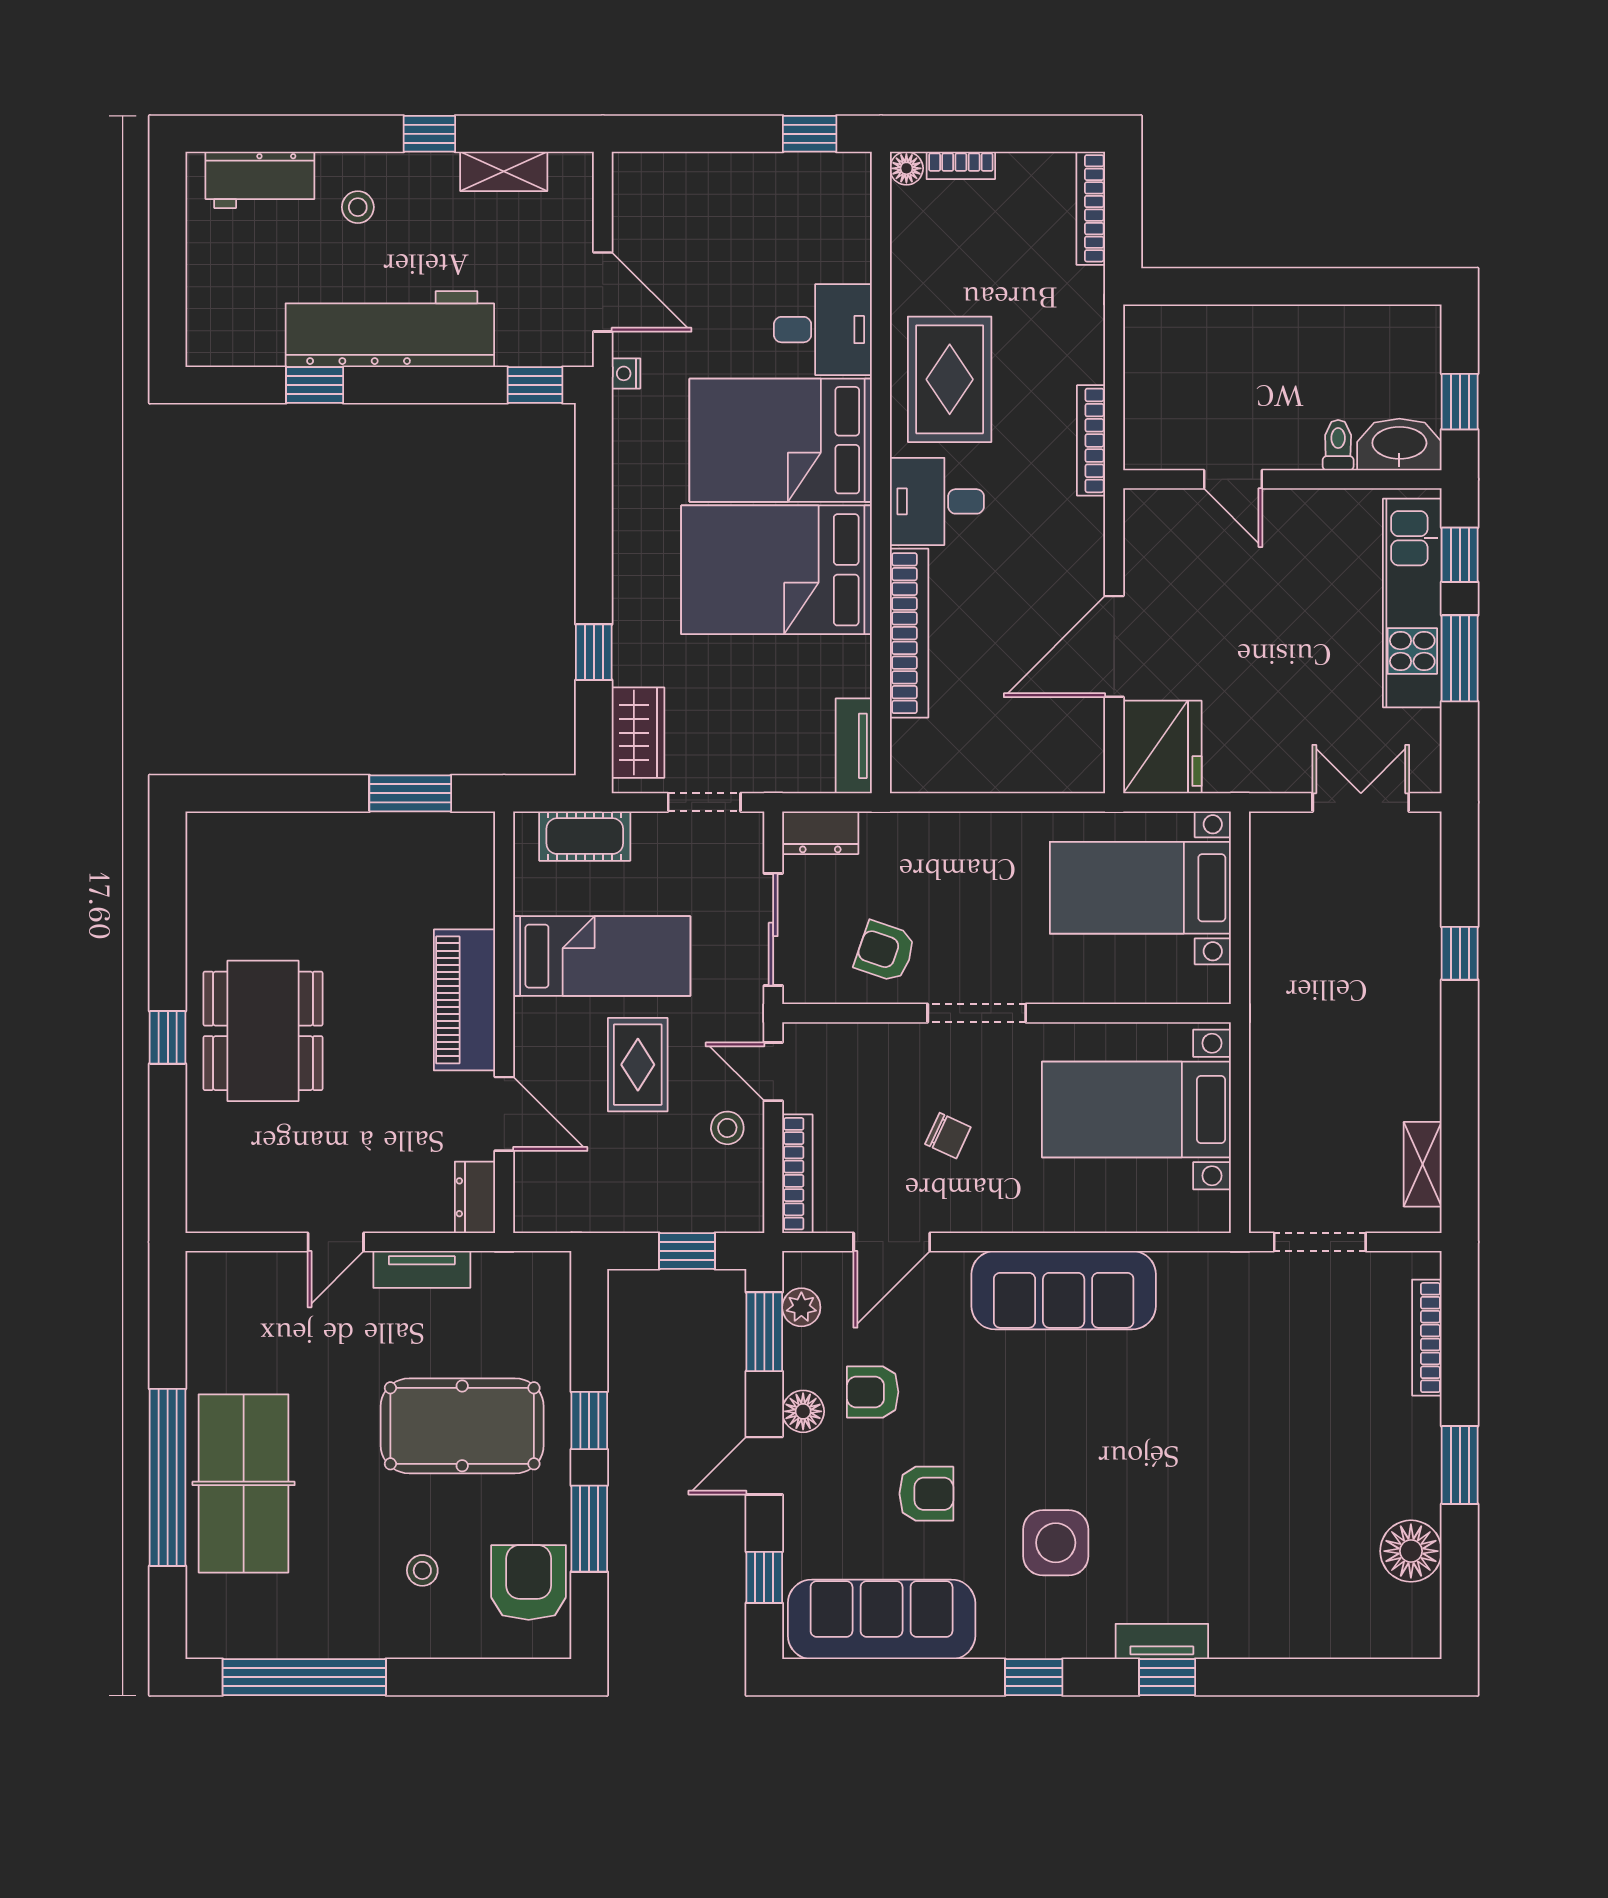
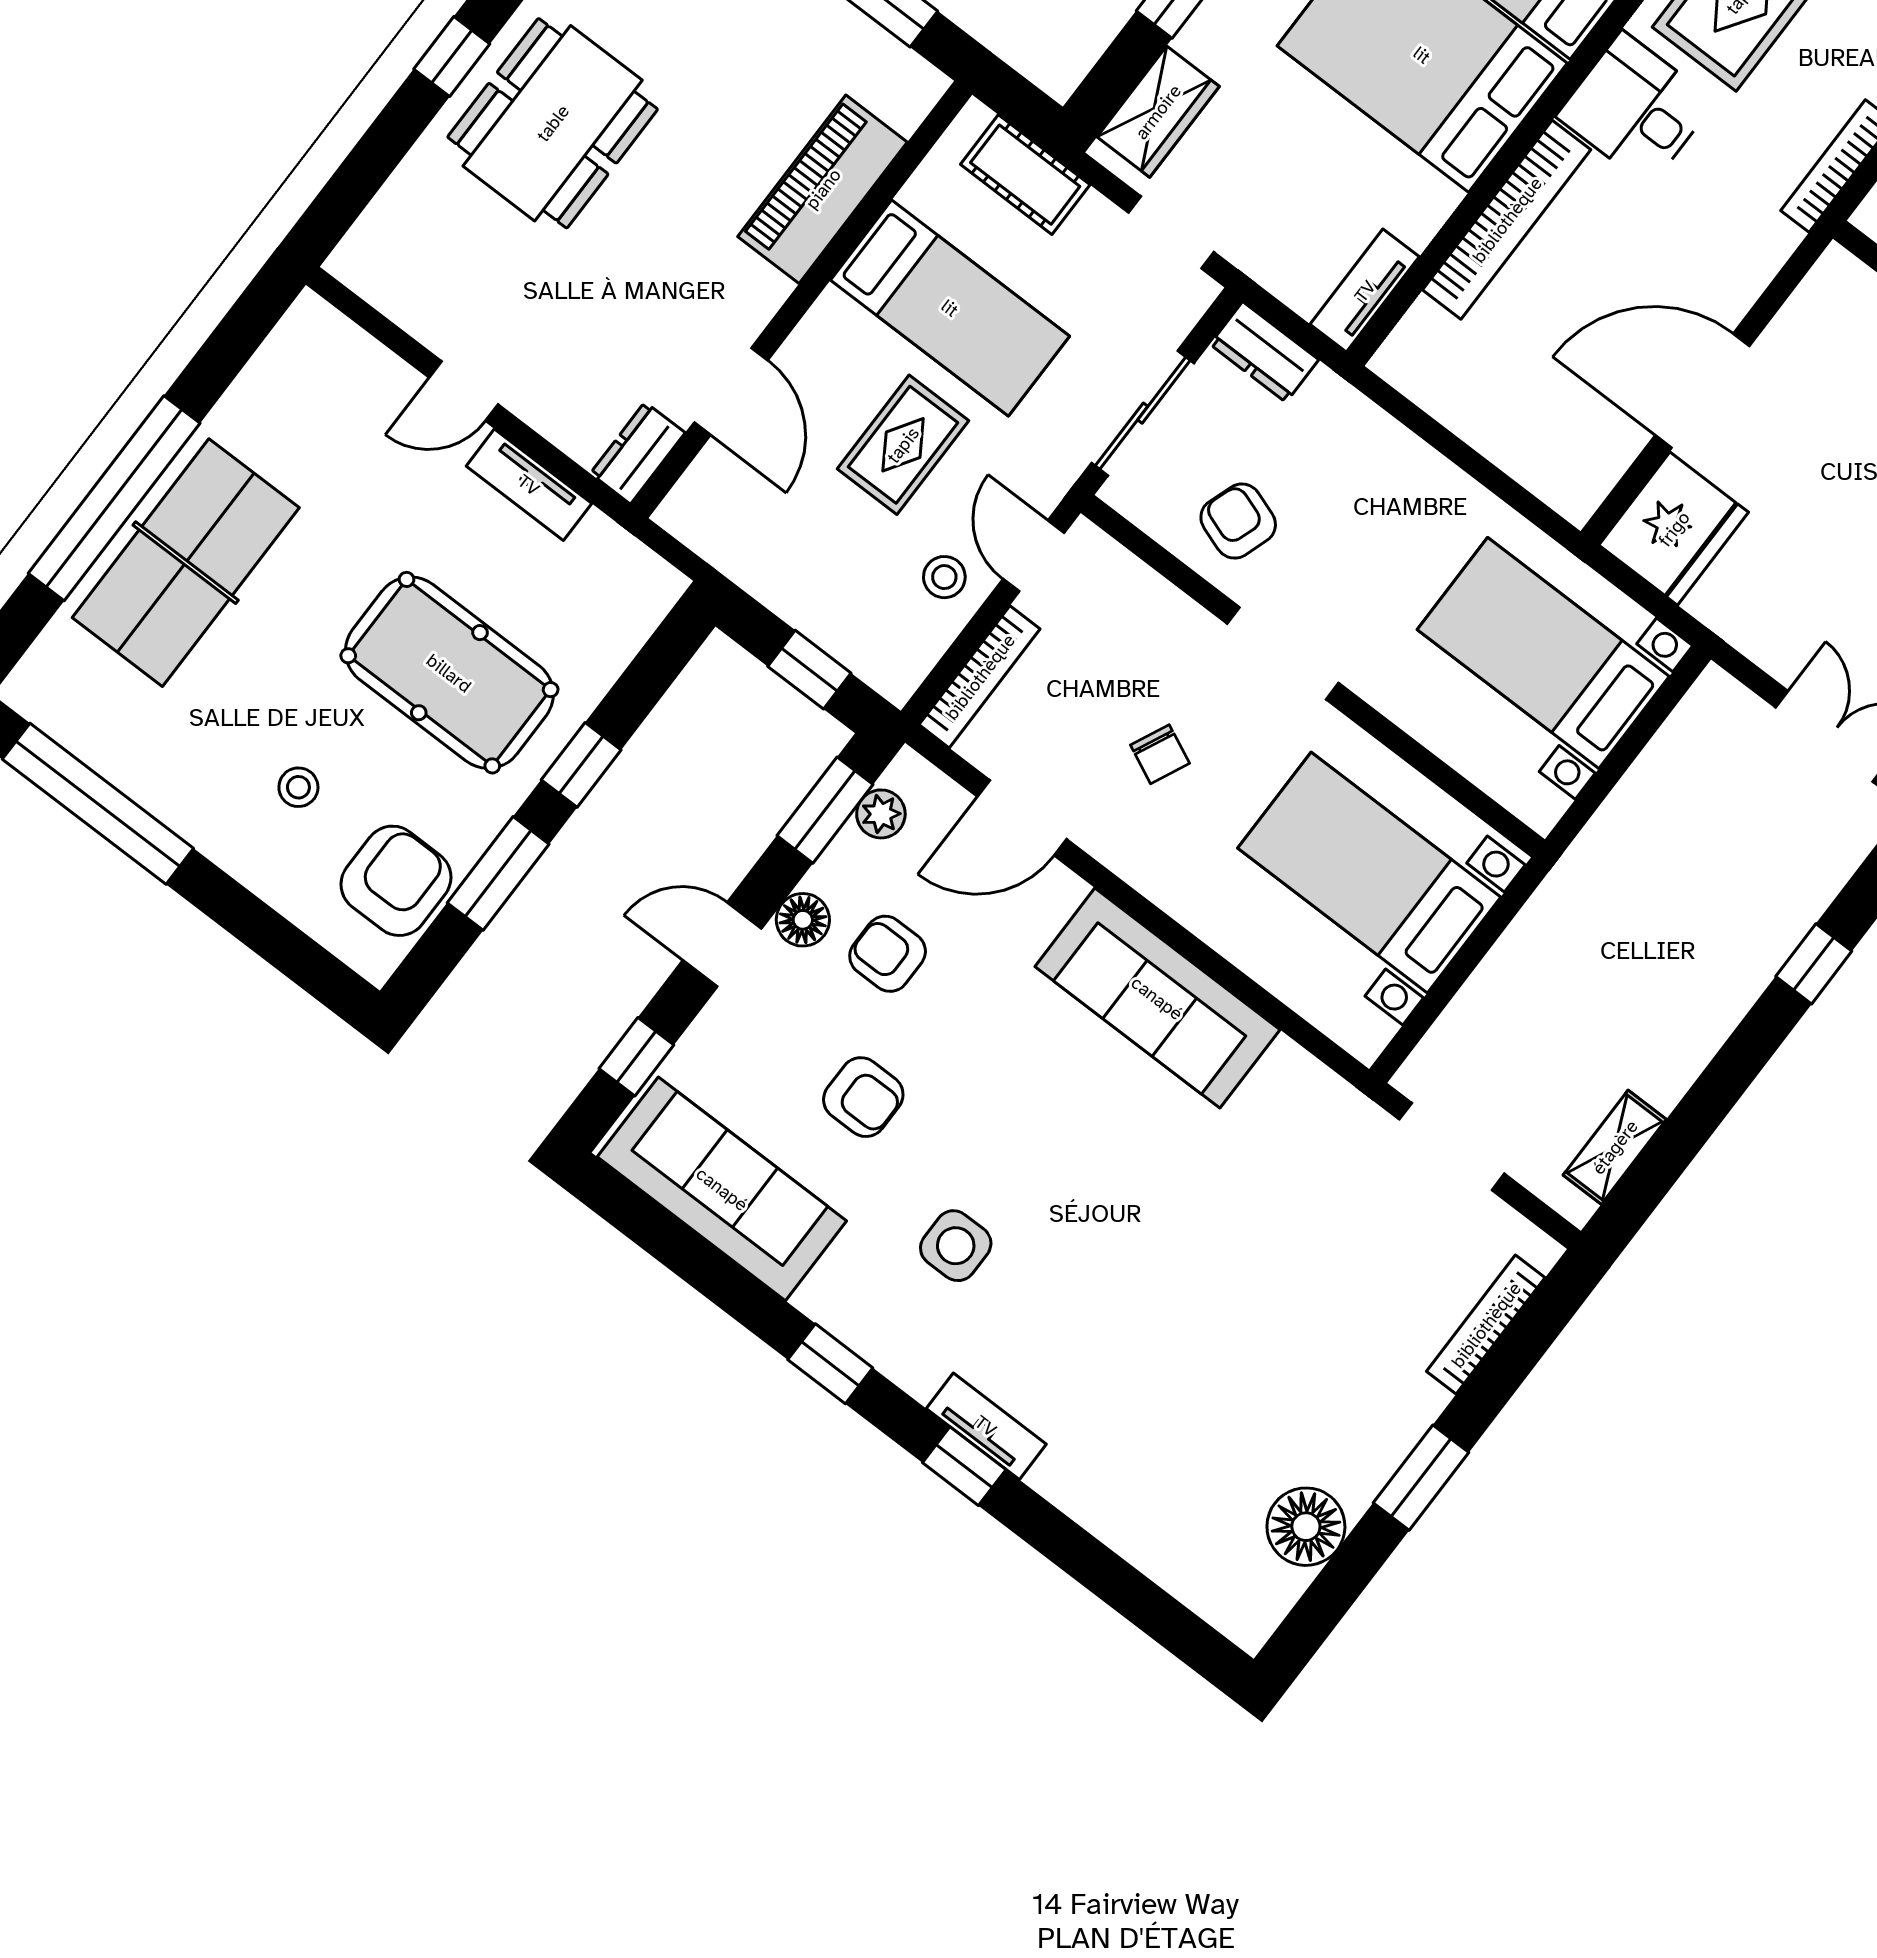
piano: (464, 1000) -> (823, 189), moved
side table: (1056, 1543) -> (956, 1246), width x0.73, depth x0.73

